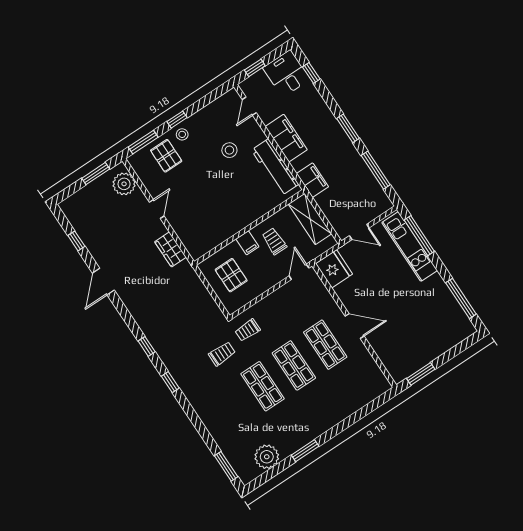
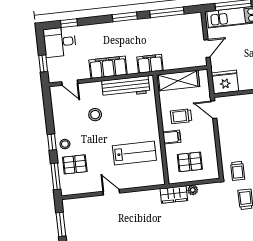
plant: (124, 184) -> (193, 190), moved, width x0.53, depth x0.53
lab bench: (210, 212) -> (134, 153), added
wardrobe: (170, 249) -> (174, 195), moved

